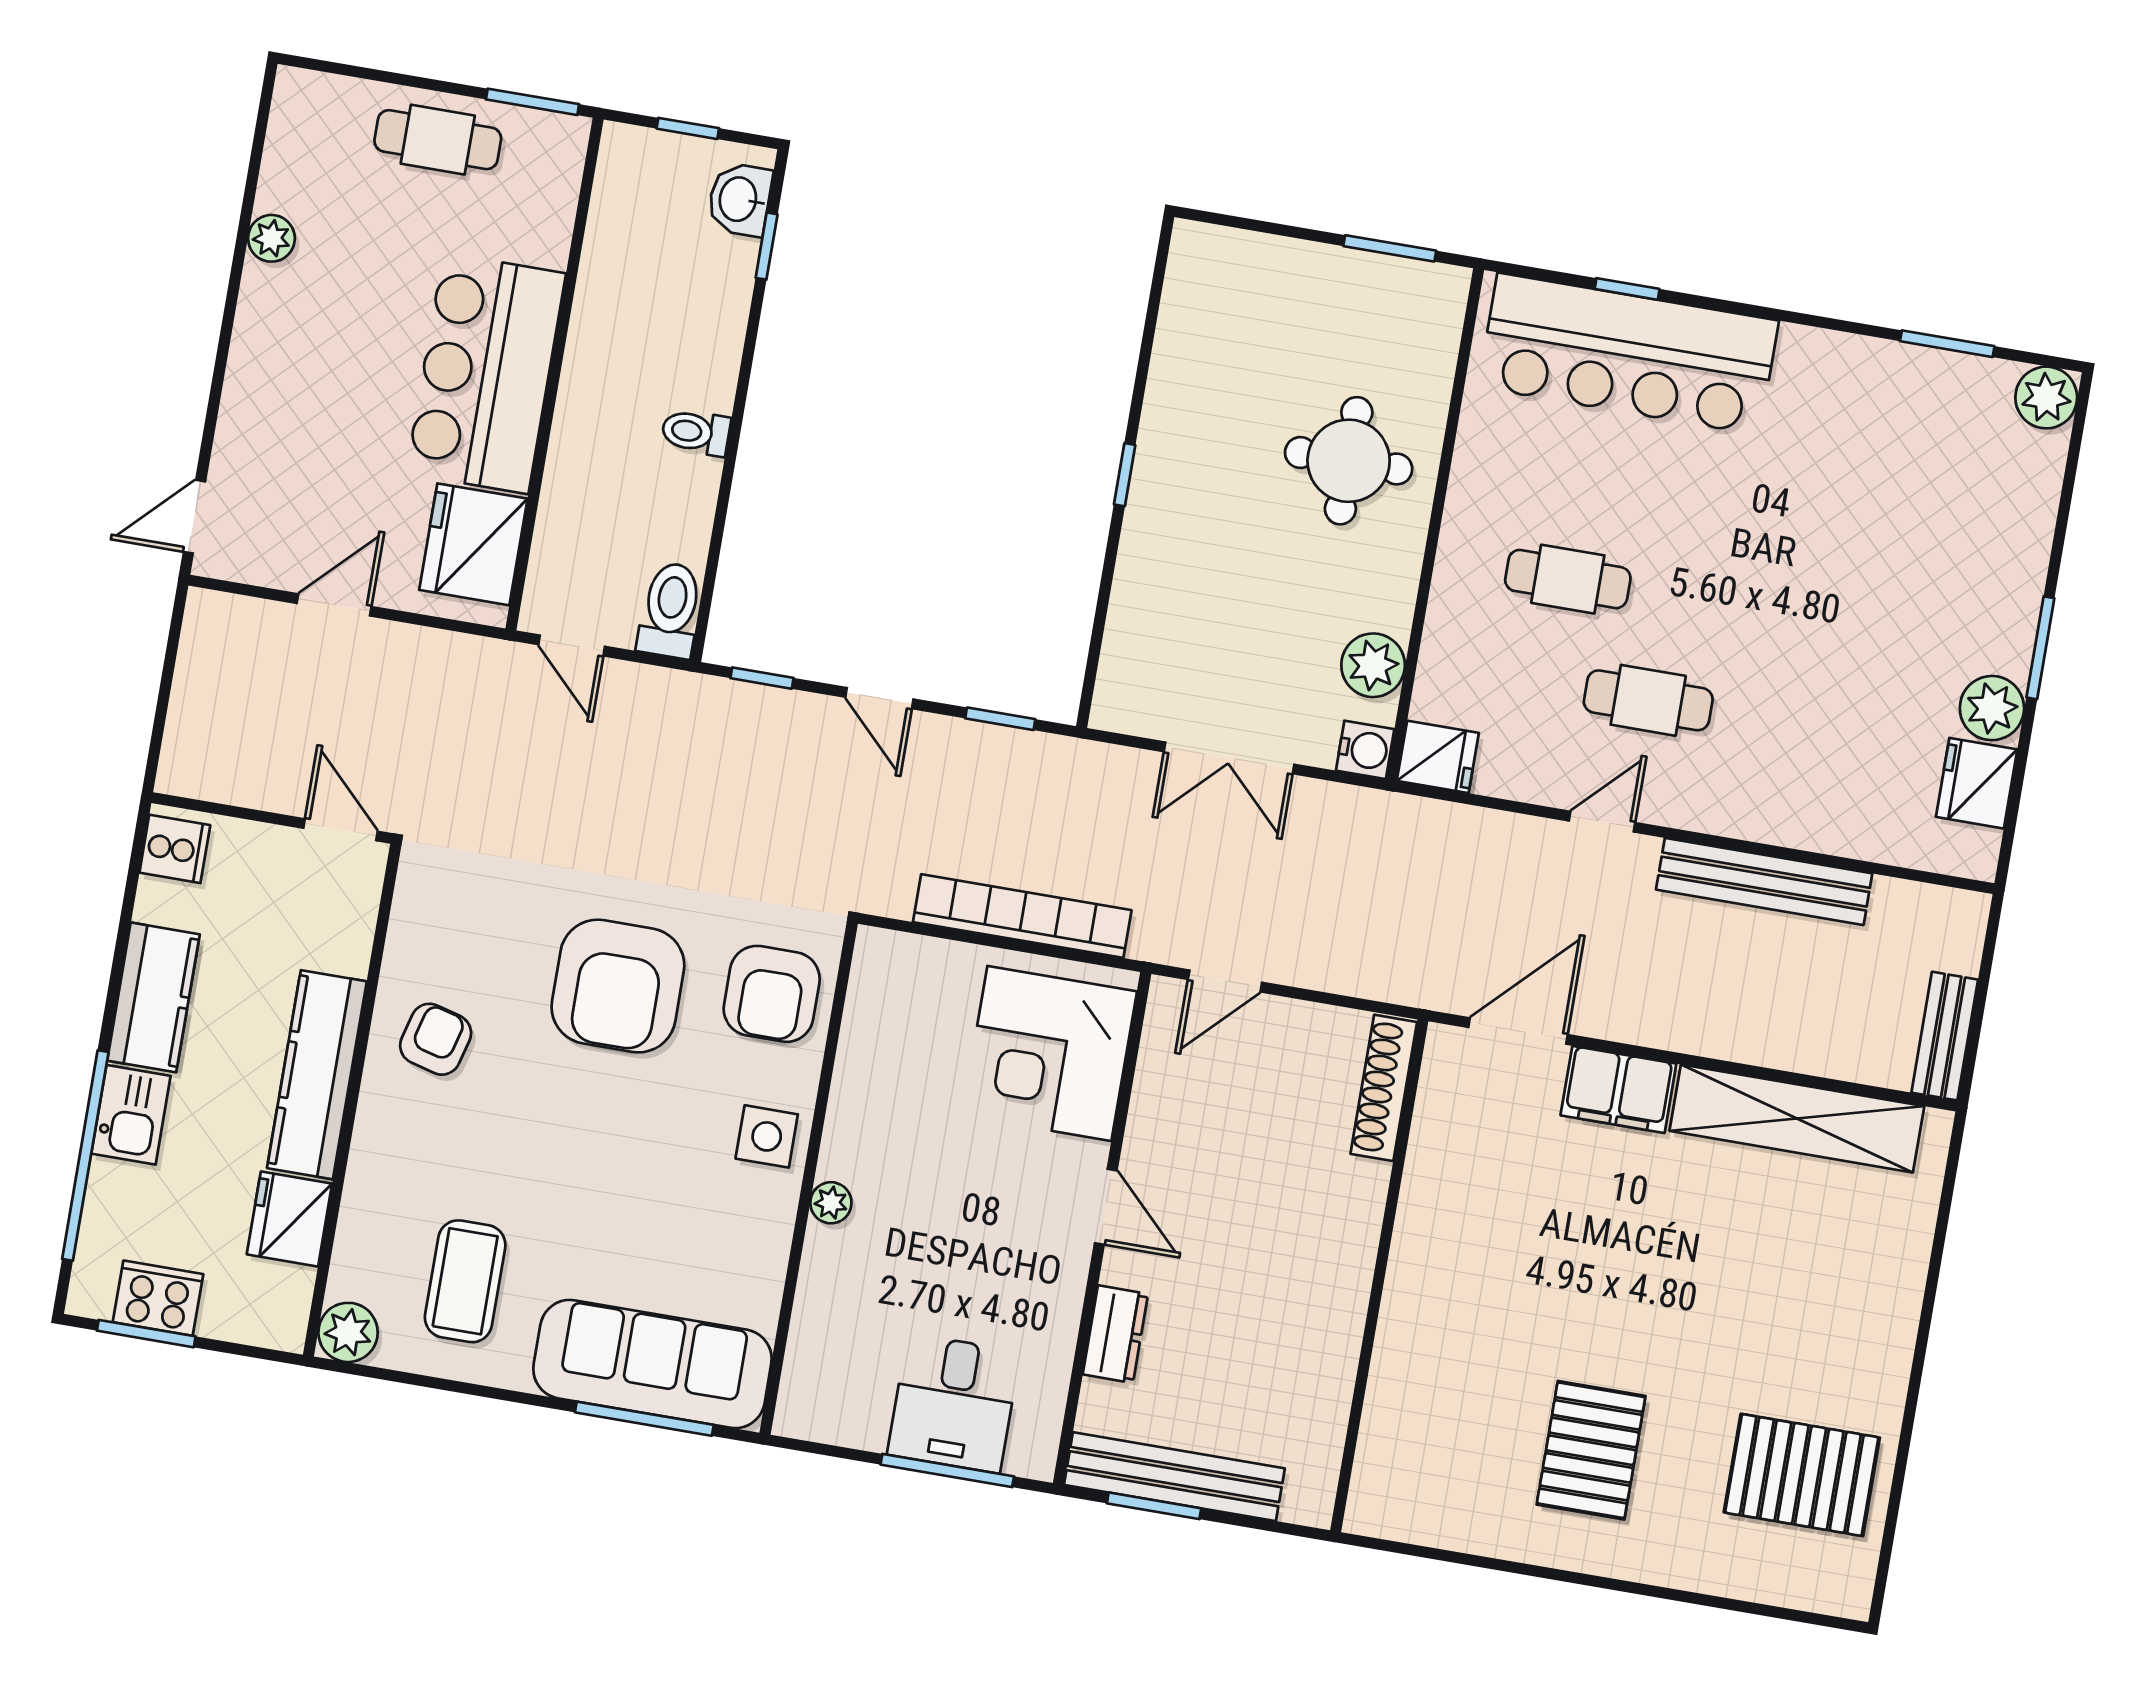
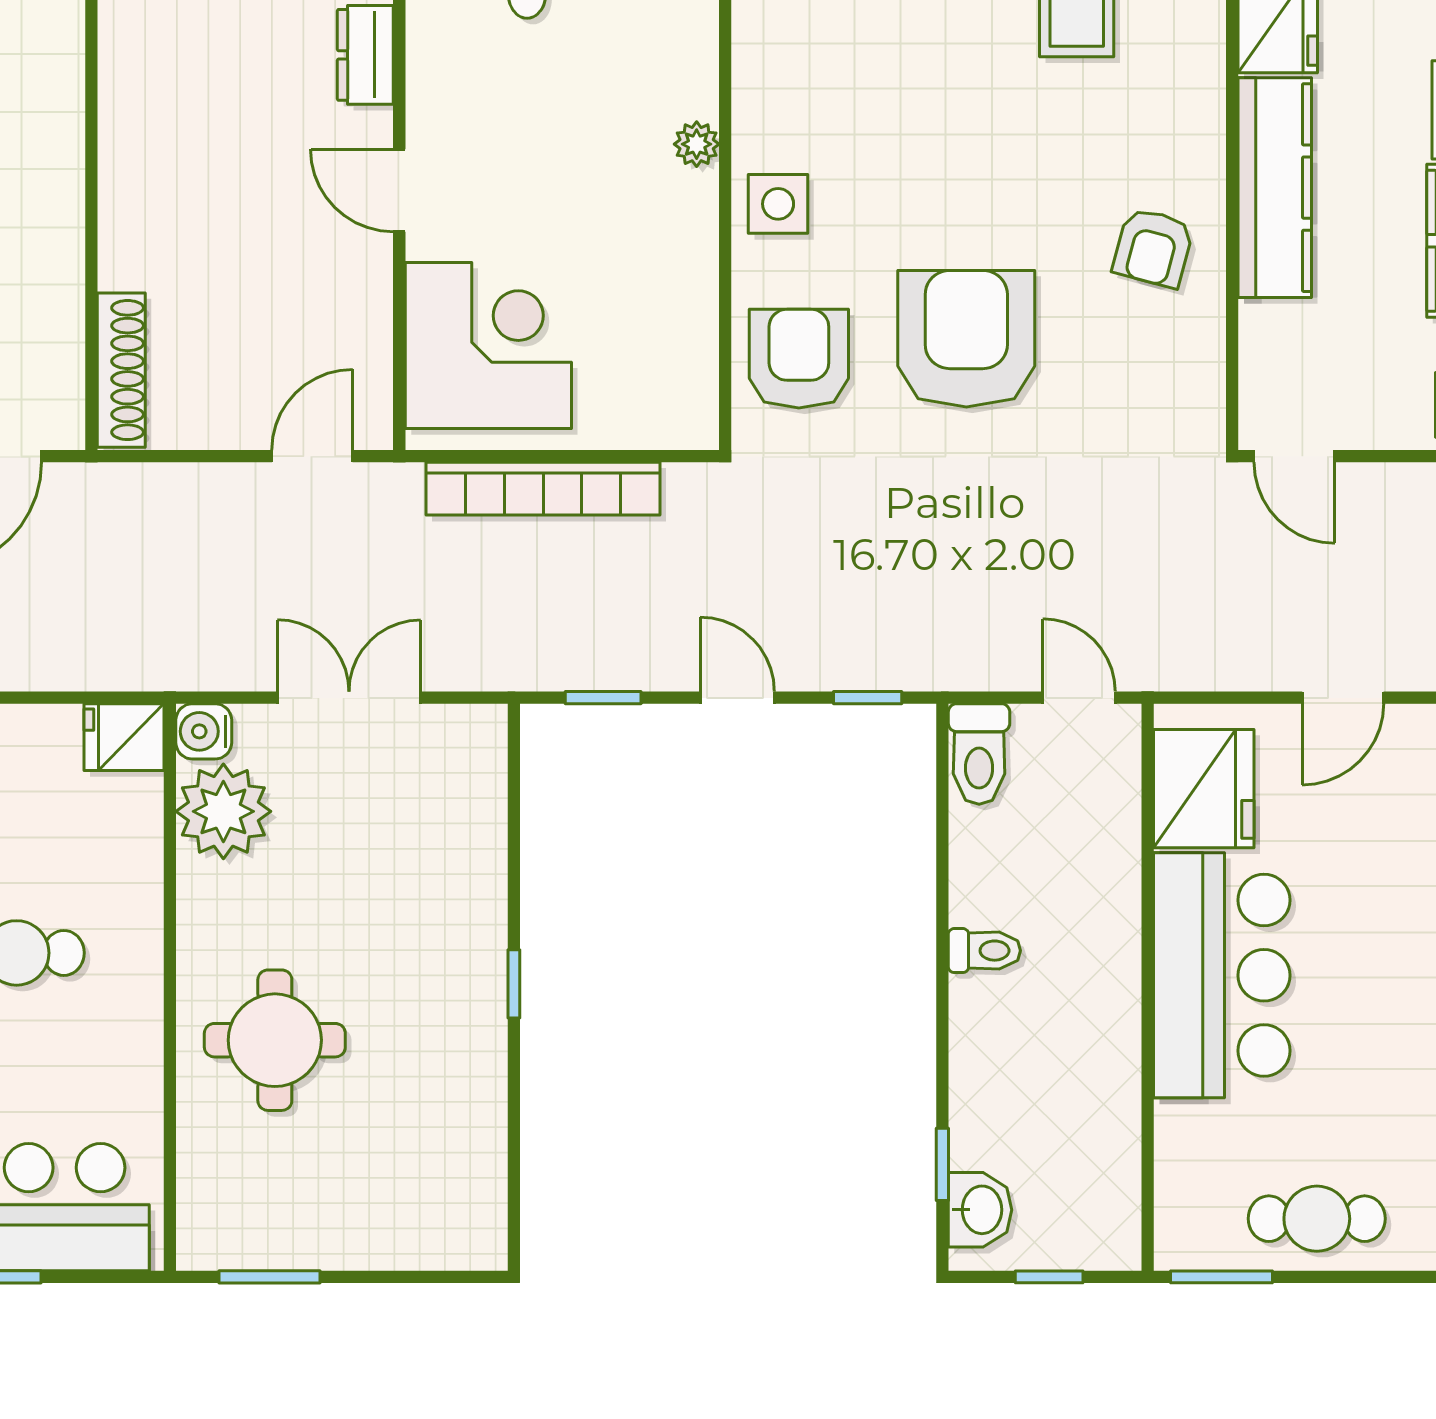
plant: (1373, 665) -> (223, 811), width x1.36, depth x1.36

